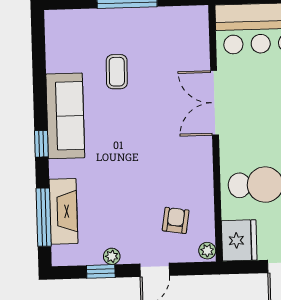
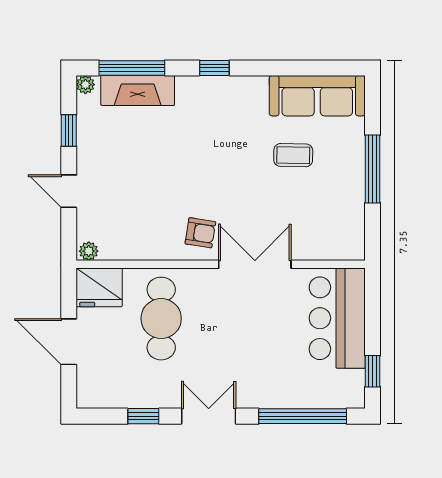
sofa: (65, 116) -> (317, 96), moved
armchair: (176, 220) -> (200, 233), moved
plant: (112, 256) -> (85, 85), moved

